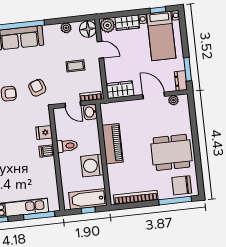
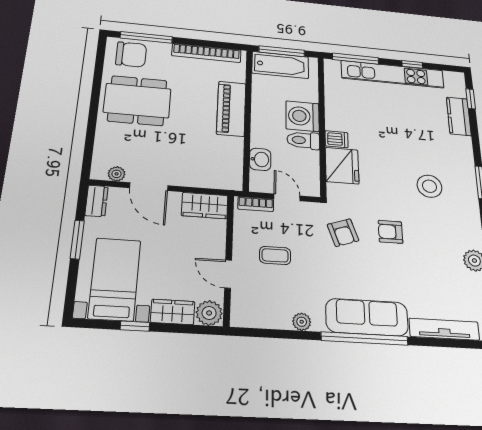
window: (158, 10) -> (135, 326), moved
plant: (66, 28) -> (302, 322), moved
floor lamp: (88, 29) -> (245, 312), removed
window: (188, 69) -> (77, 240), moved
washbasin: (90, 112) -> (260, 159), moved
fridge: (44, 133) -> (342, 166), width x1.88, depth x1.34
piano: (112, 144) -> (231, 109), moved
washing machine: (92, 166) -> (303, 116), moved, turned 180
window: (88, 210) -> (282, 51), width x2.17

